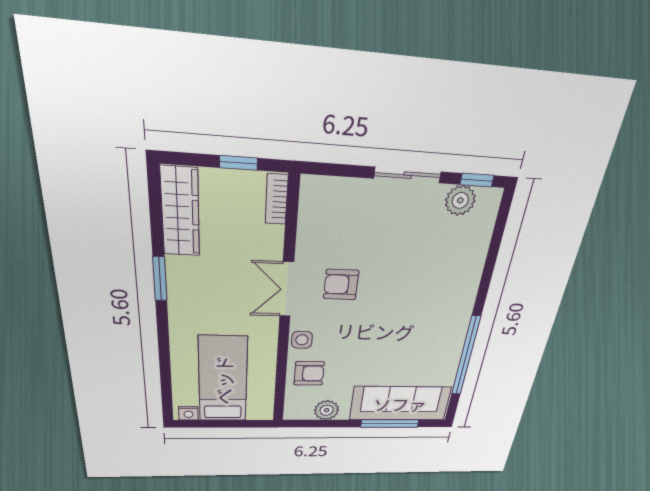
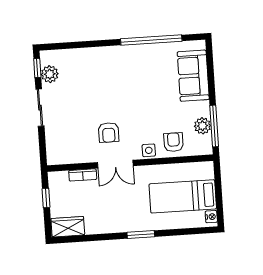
bookcase: (277, 199) -> (83, 175), moved
wardrobe: (180, 212) -> (68, 227), width x0.67
window: (160, 279) -> (141, 235), moved
sofa: (400, 404) -> (193, 76), width x0.73
window: (390, 424) -> (214, 126), moved

